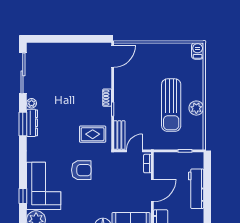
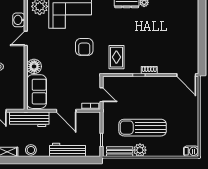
bench: (119, 135) -> (120, 152), moved

